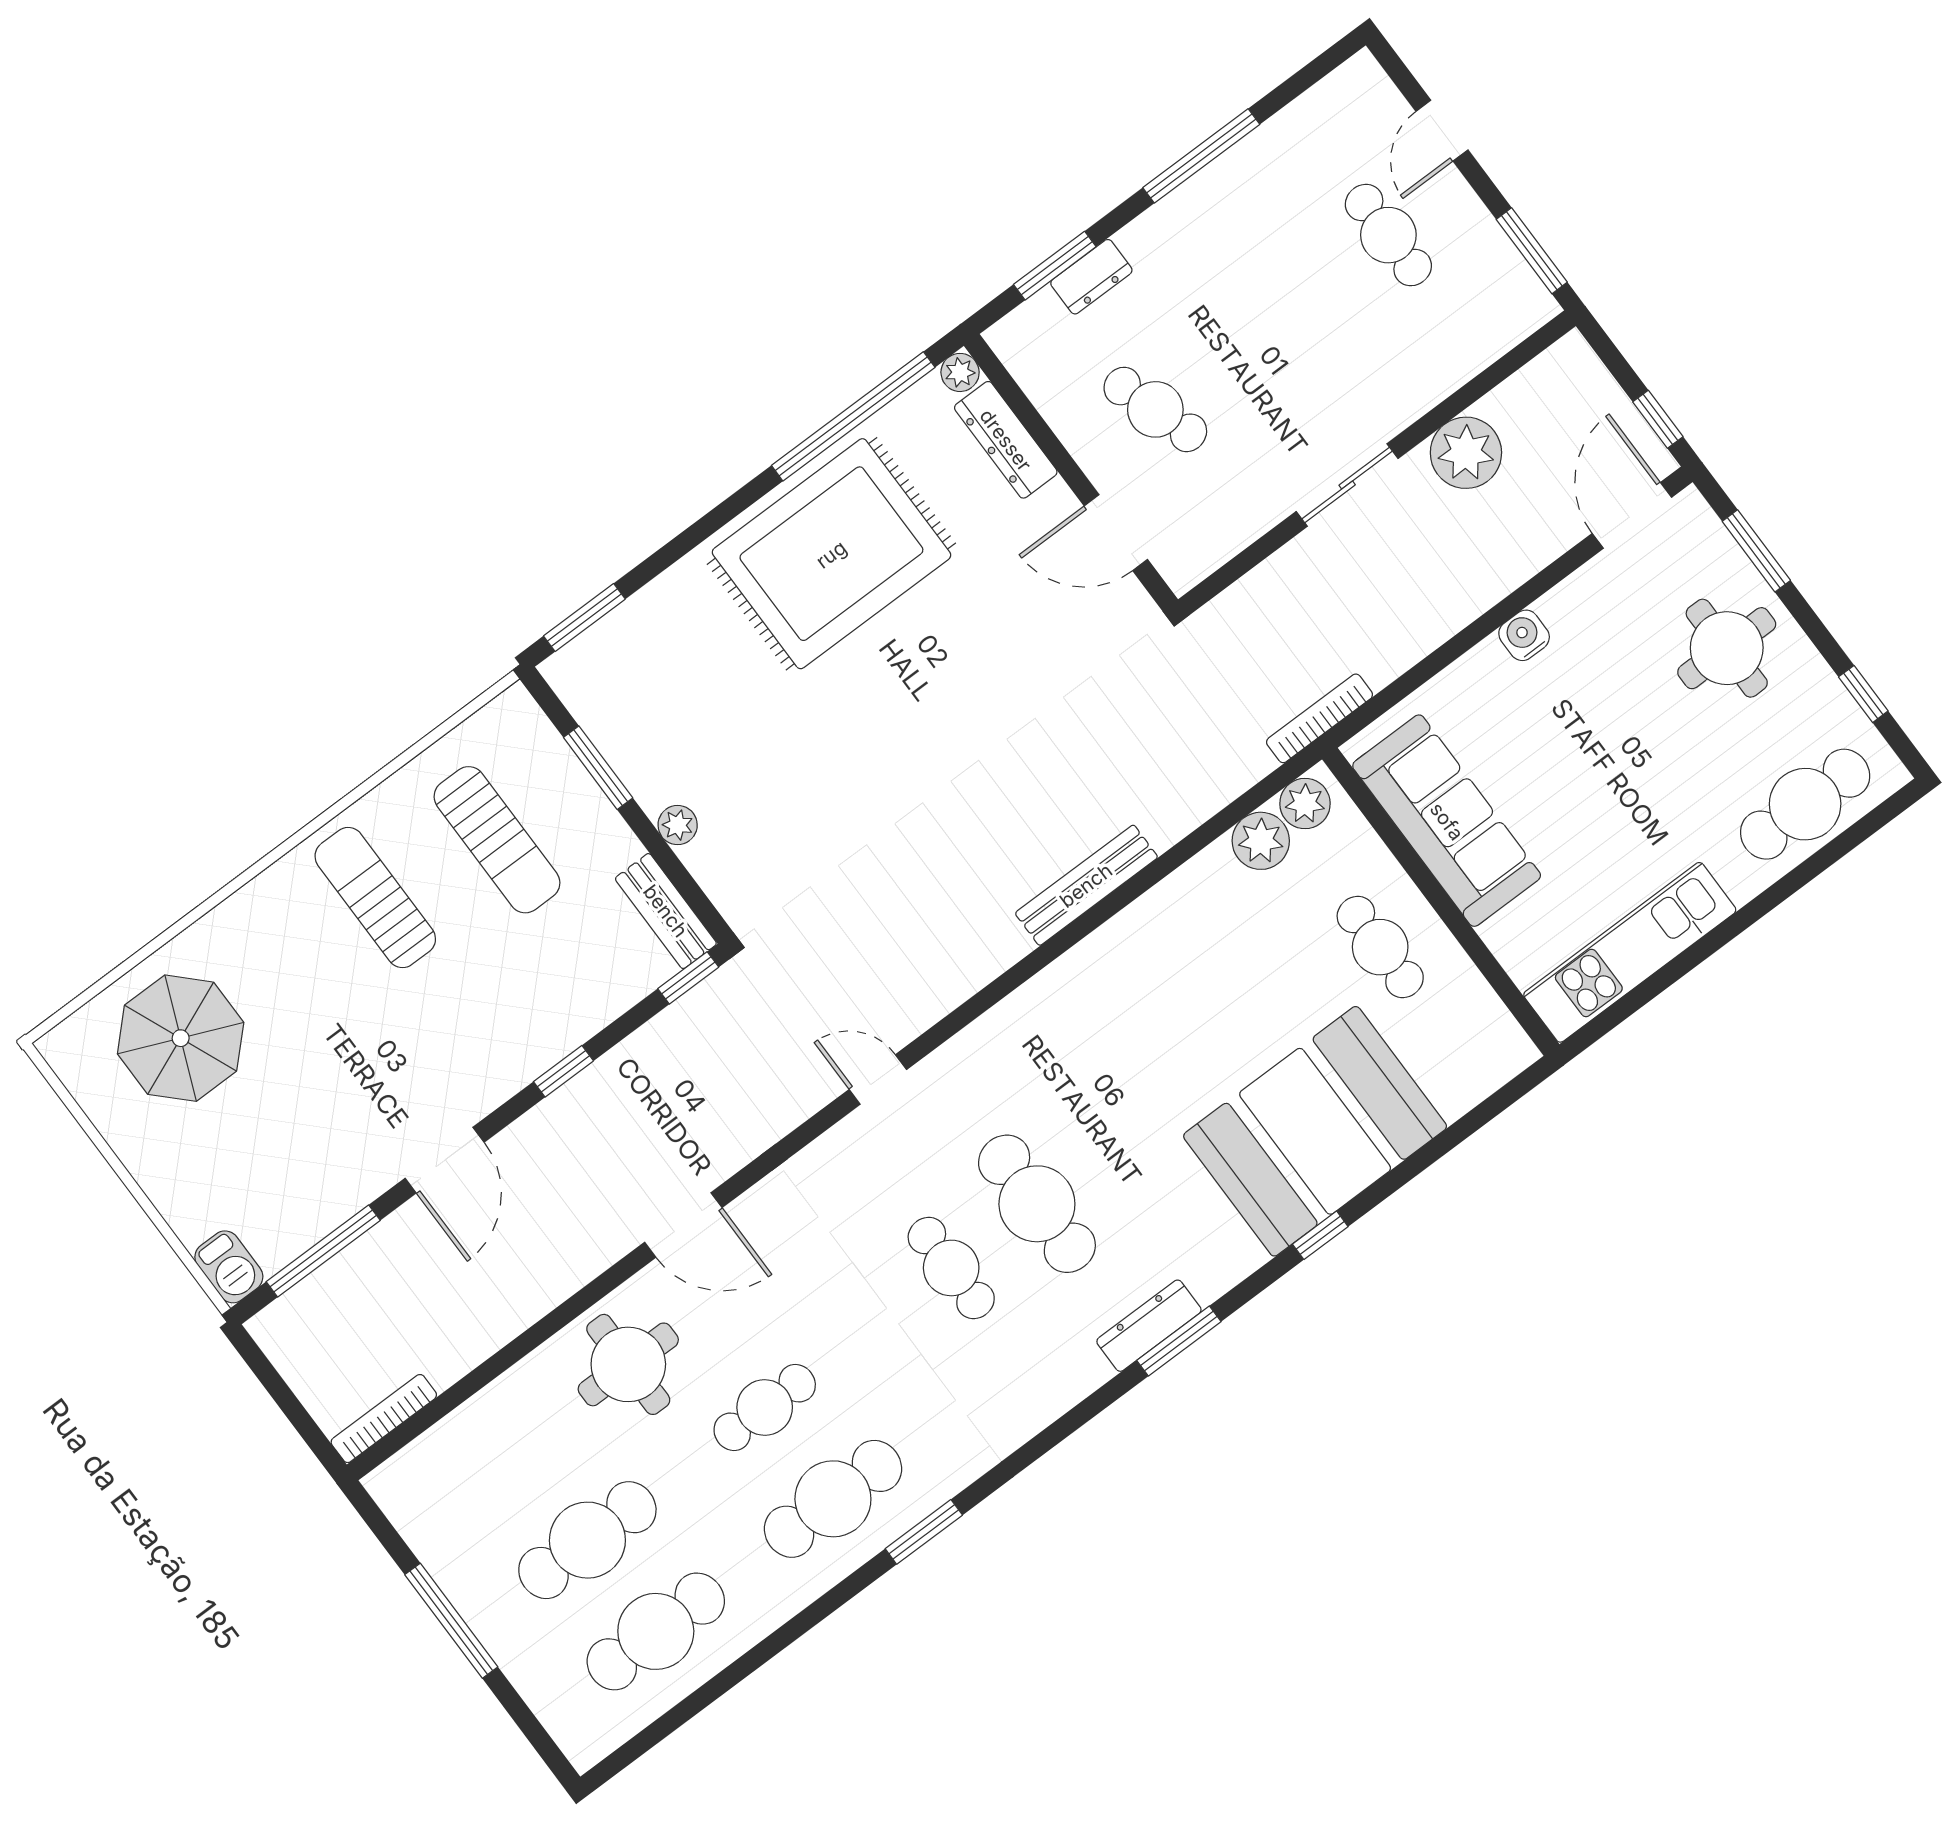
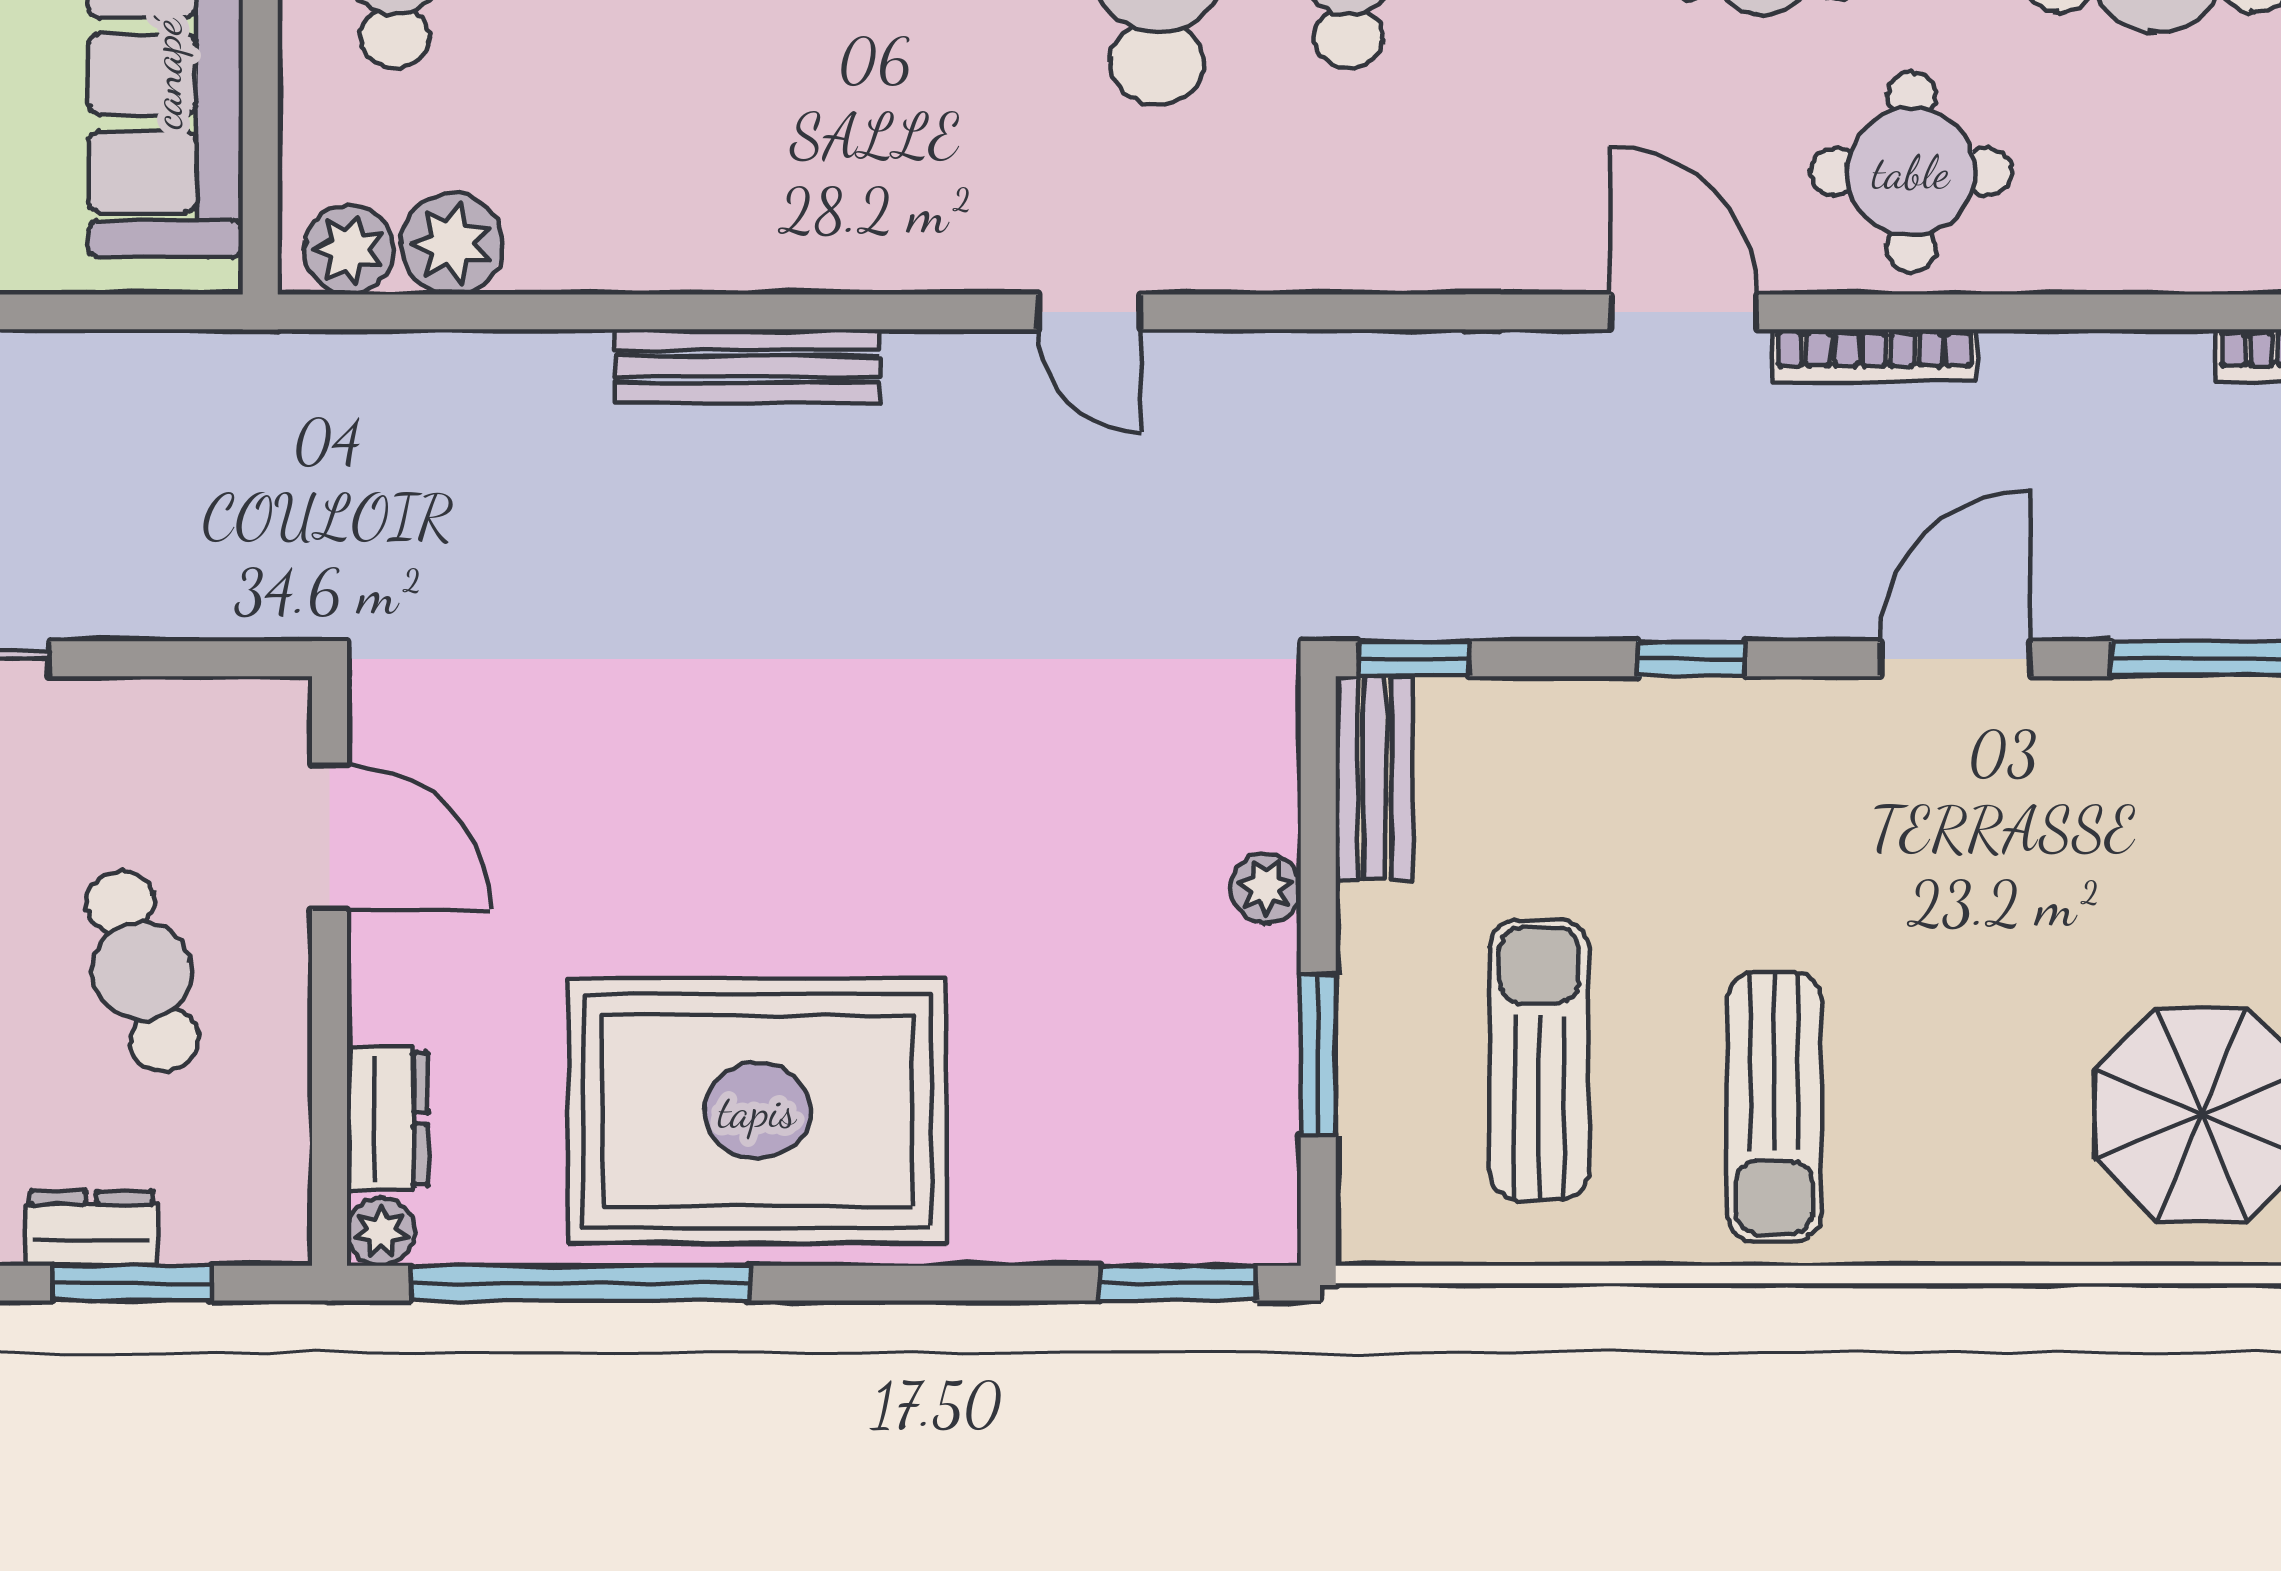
dresser: (1006, 440) -> (388, 1119), width x0.70
bookcase: (1320, 718) -> (1874, 355), moved
door: (878, 1079) -> (1089, 312), moved

